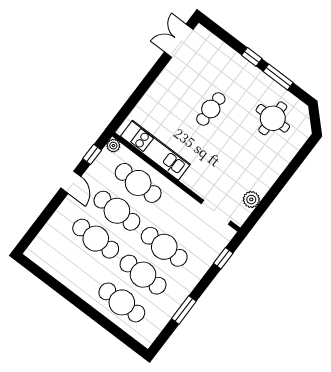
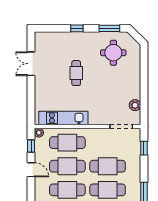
double door: (179, 41) -> (31, 64), moved
window: (278, 77) -> (109, 28), moved

